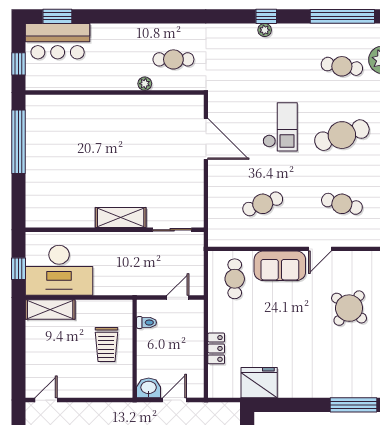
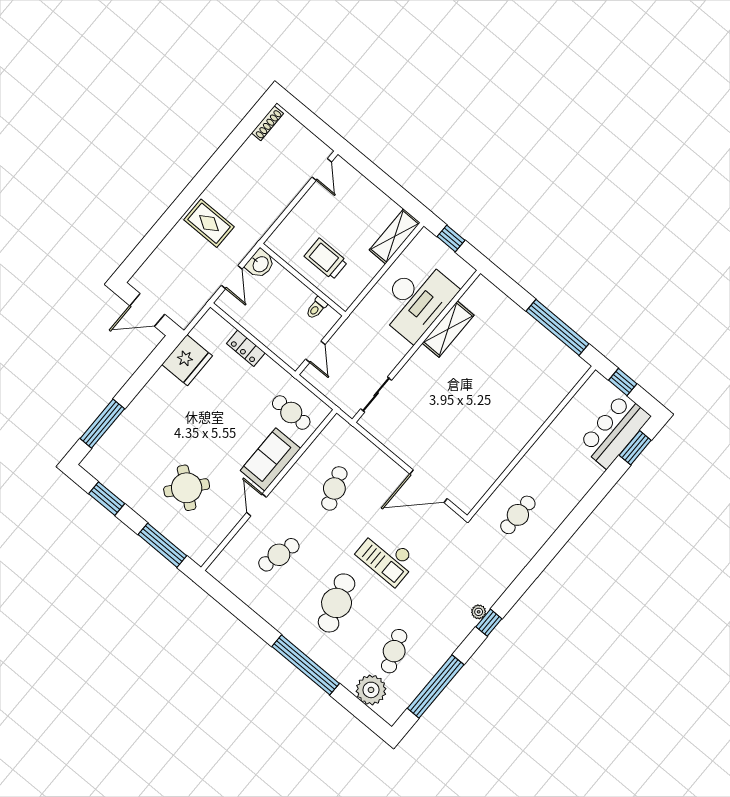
cafe table: (342, 66) -> (394, 651), turned -30
plant: (145, 84) -> (518, 474), removed
shelving: (121, 218) -> (448, 329), moved
desk: (59, 270) -> (416, 300), moved, turned 180

